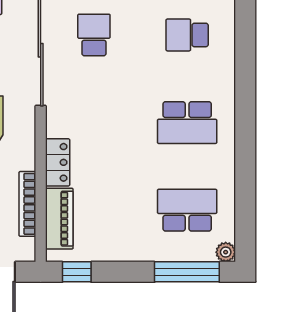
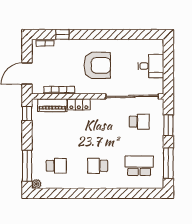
school desk: (187, 35) -> (139, 166), width x1.85
school desk: (187, 123) -> (98, 166), width x0.54
school desk: (187, 210) -> (56, 166), width x0.54

